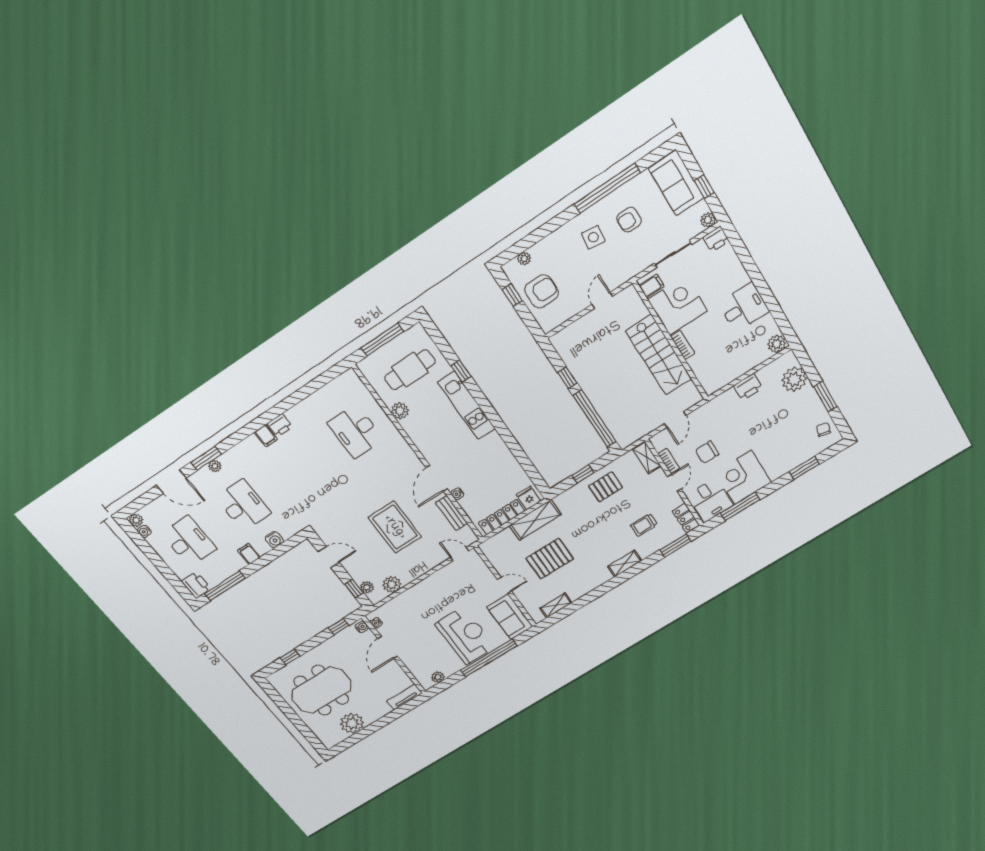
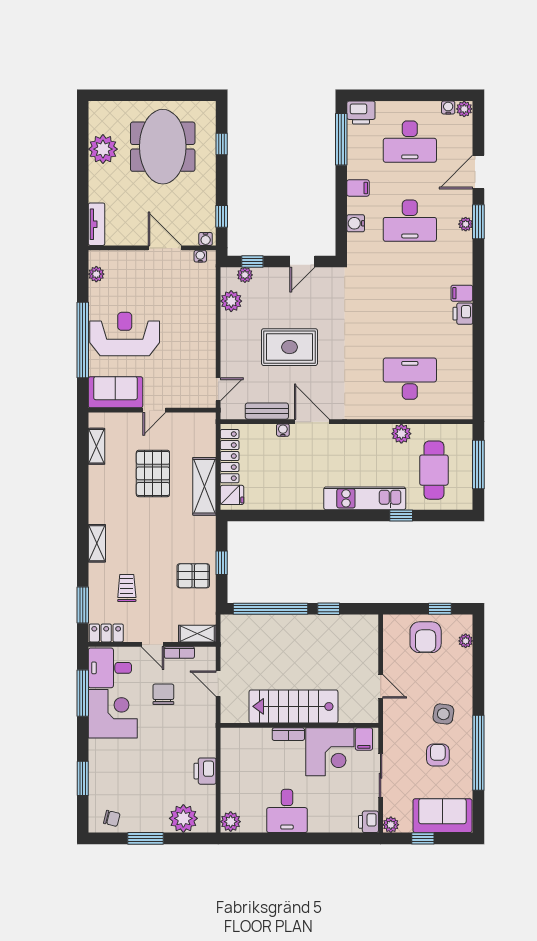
pallet: (606, 487) -> (193, 576), turned 90
reception desk: (465, 636) -> (125, 334), turned 180

